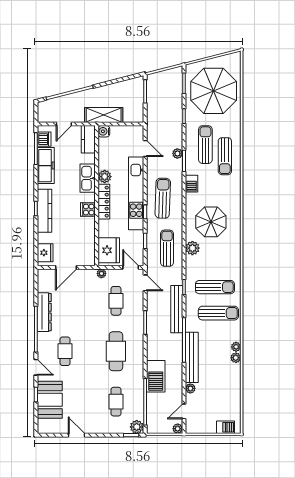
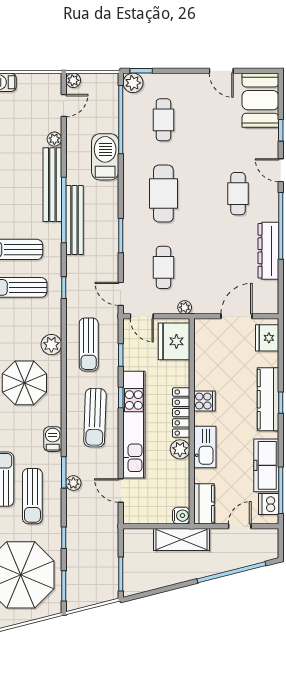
bench: (177, 309) -> (74, 220), moved
booth: (50, 400) -> (260, 100), moved

